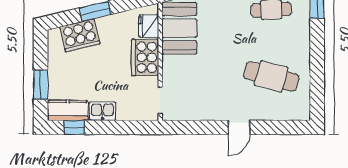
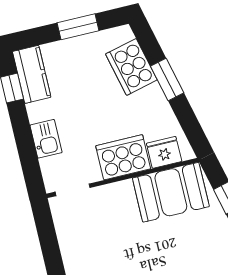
window: (41, 85) -> (78, 27), moved
kitchen sink: (102, 111) -> (46, 139), moved

